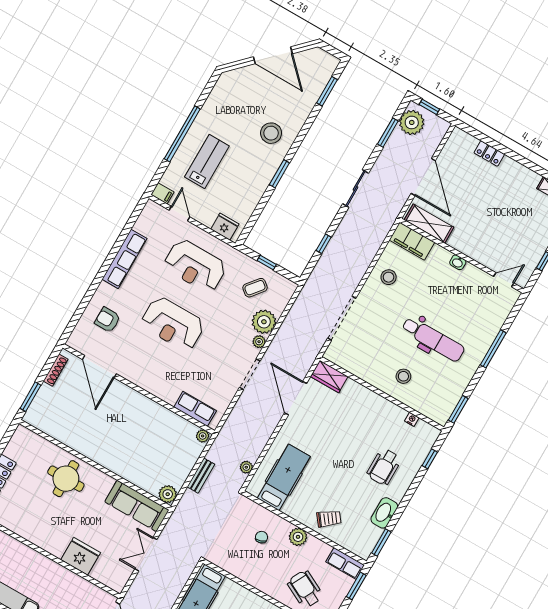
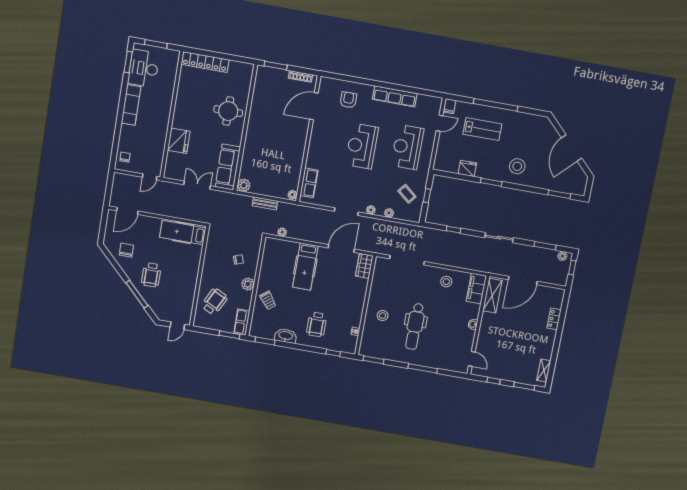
plant: (412, 122) -> (562, 256), width x0.53, depth x0.53
fridge: (225, 227) -> (467, 168), moved, turned -90
plant: (264, 322) -> (389, 213), width x0.53, depth x0.53
wheelchair: (384, 467) -> (317, 324), turned -90
hospital bed: (284, 477) -> (305, 267), moved, turned 90

